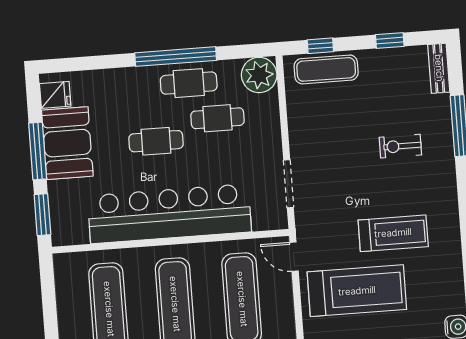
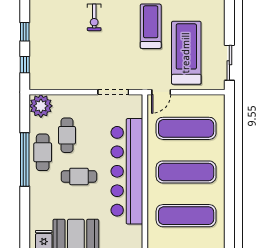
window: (390, 41) -> (25, 32), moved
exercise mat: (326, 69) -> (40, 62), removed
cafe table: (156, 141) -> (79, 176), turned 90

